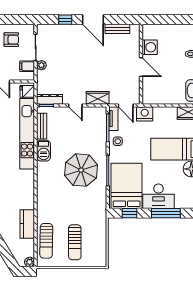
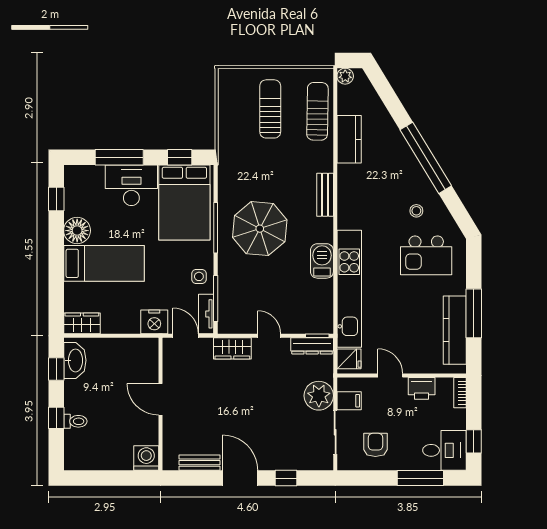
armchair: (11, 40) -> (375, 445), turned 90
washing machine: (150, 47) -> (146, 458), moved, turned 90
plant: (41, 65) -> (319, 396), width x1.87, depth x1.87
bench: (42, 126) -> (325, 195), moved

